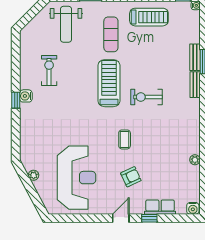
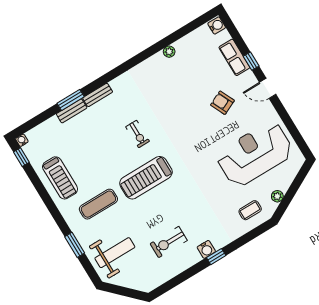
treadmill: (149, 17) -> (60, 178), turned 180
exercise bike: (146, 97) -> (138, 134), width x0.73, depth x0.72
coffee table: (125, 139) -> (250, 210), moved

